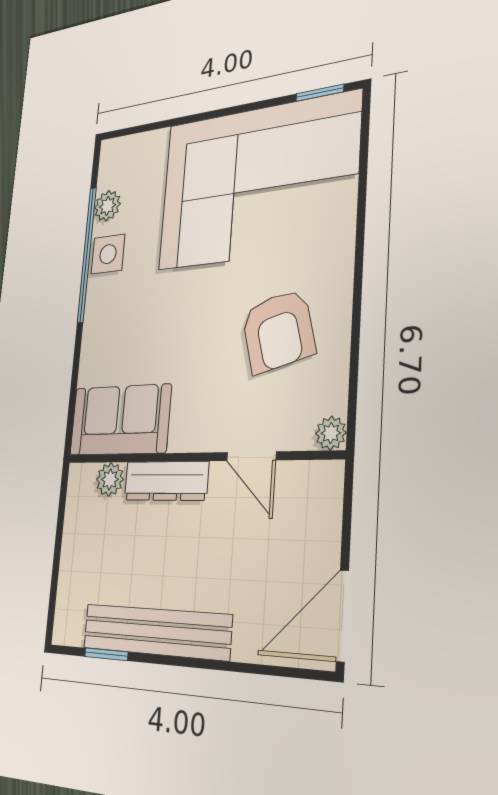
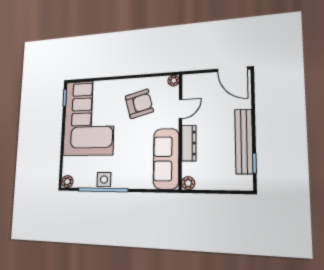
plant: (107, 206) -> (67, 182), moved
sofa: (120, 420) -> (166, 159), width x1.36
plant: (110, 479) -> (188, 183), moved

